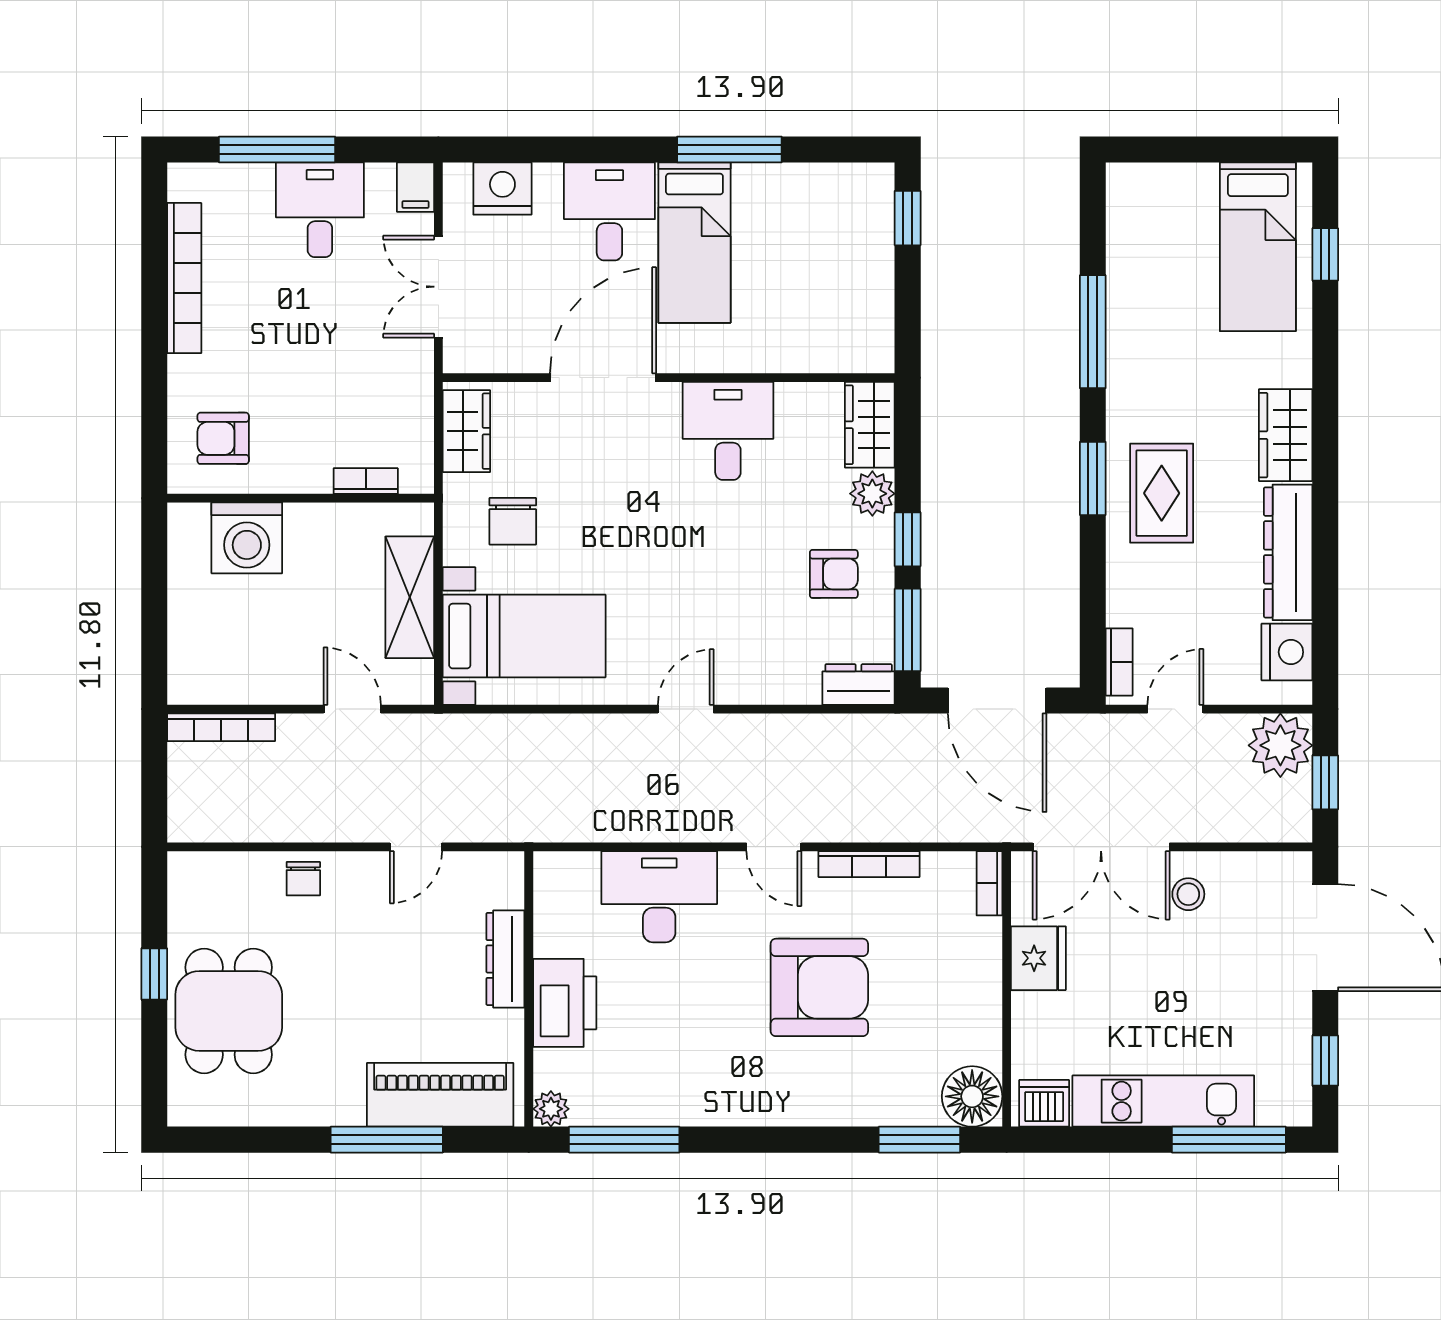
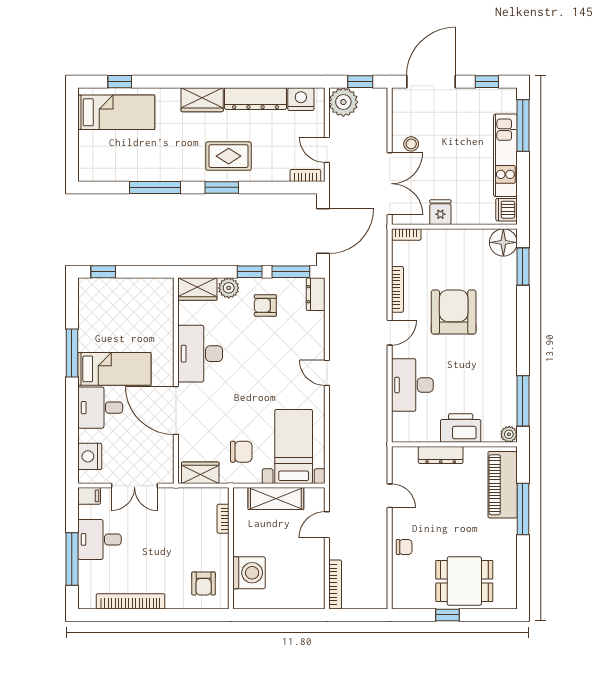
desk: (728, 431) -> (200, 354), width x1.37
armchair: (834, 574) -> (265, 305), turned -90
fridge: (1038, 958) -> (440, 212), width x0.72

